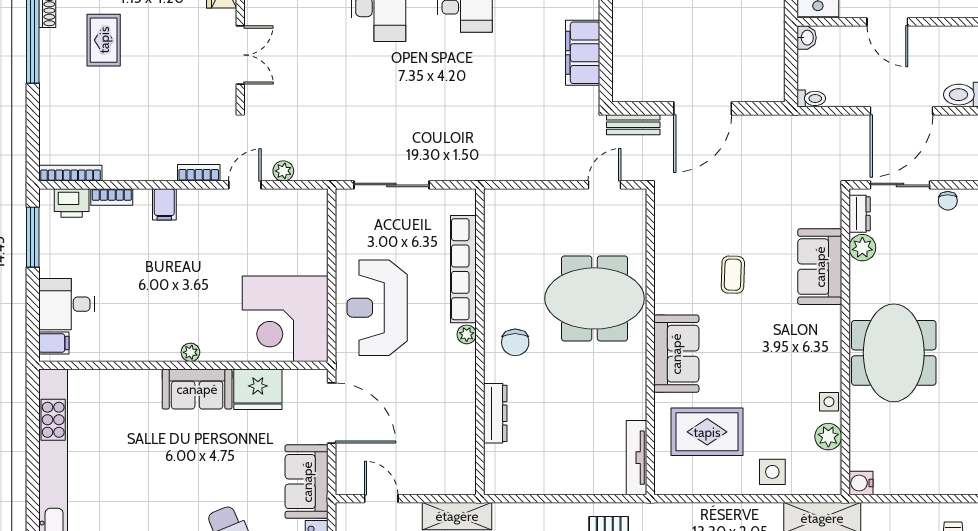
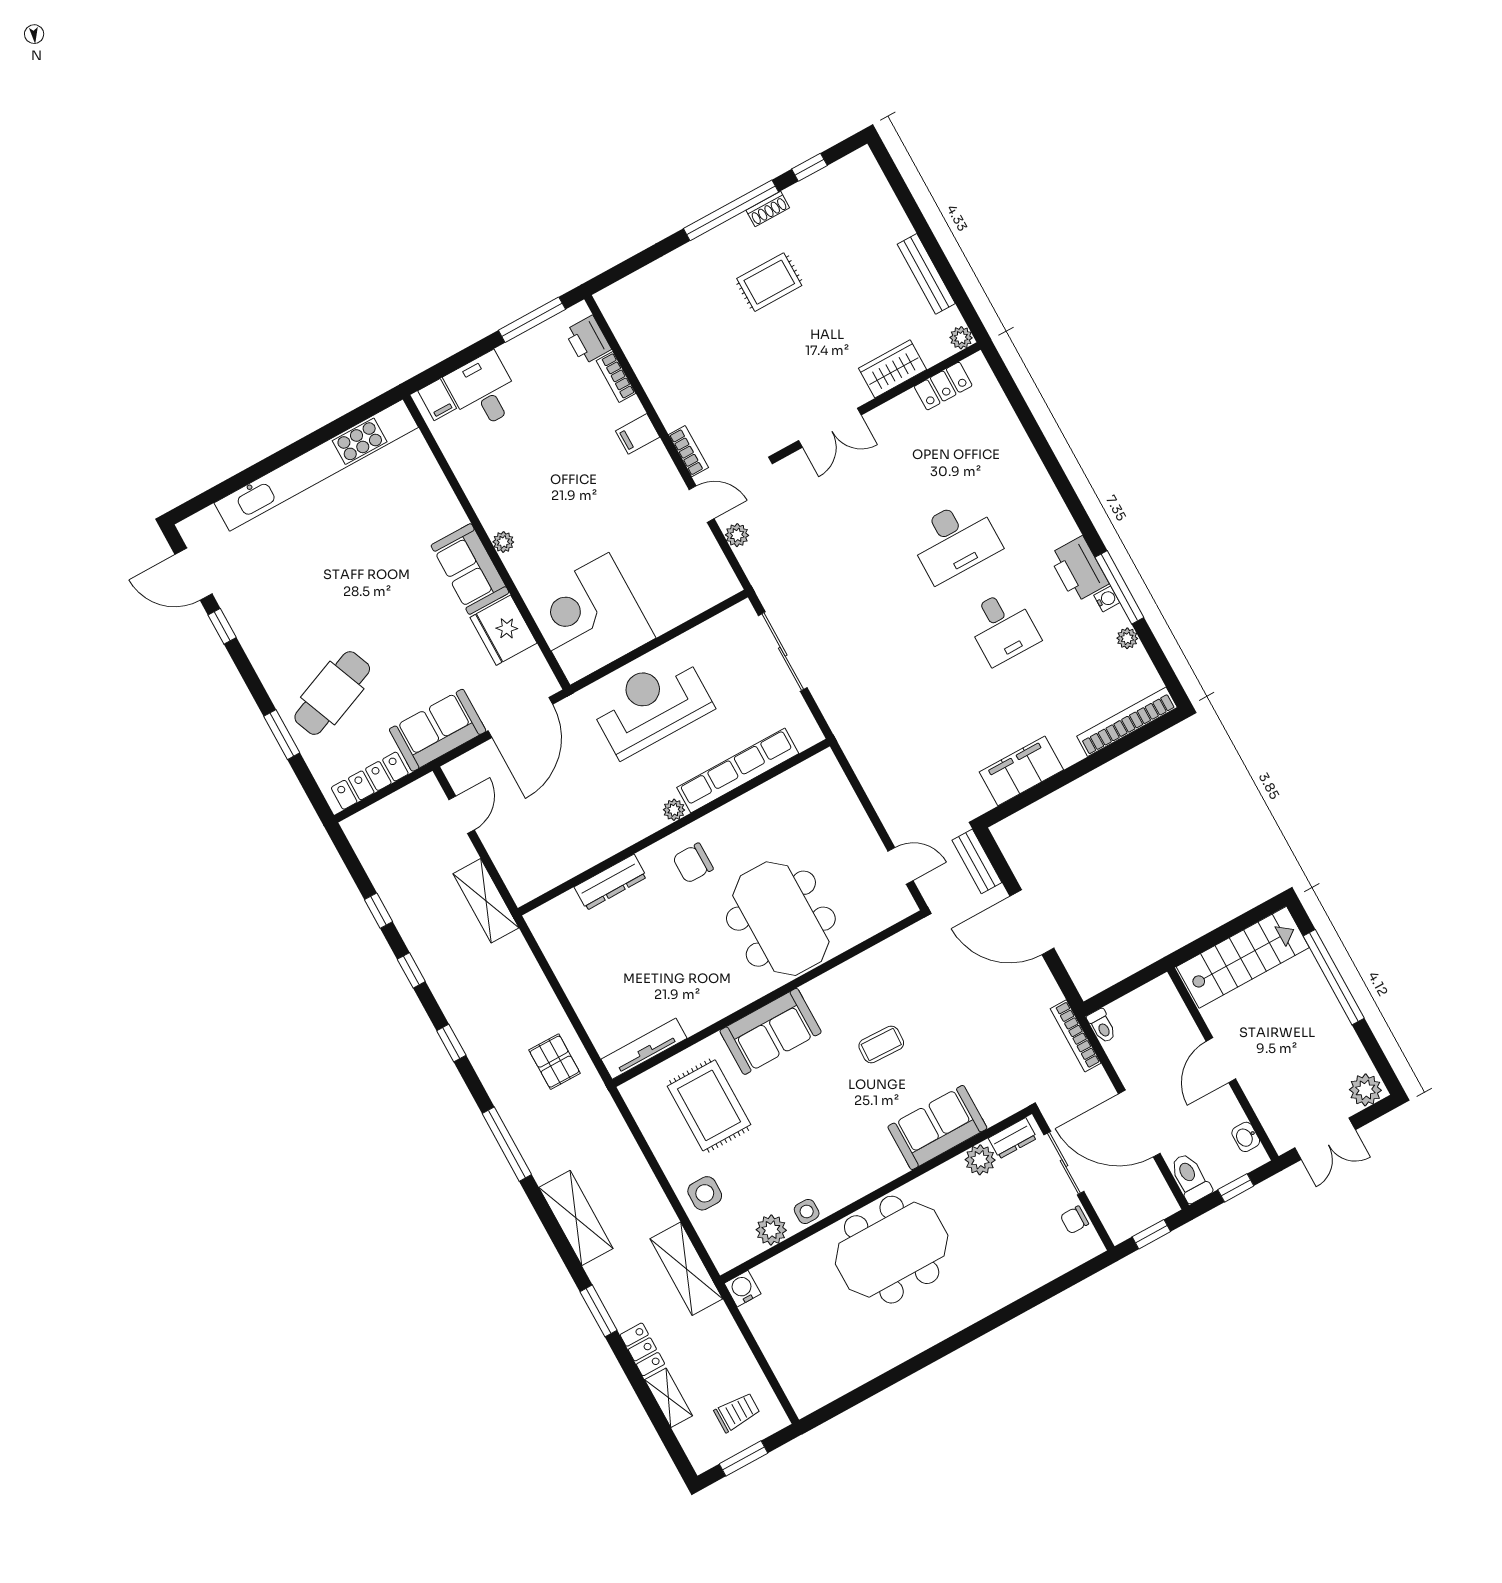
washbasin: (807, 38) -> (1246, 1137), moved, turned 90
bookcase: (70, 173) -> (1076, 1036), moved, turned 180

